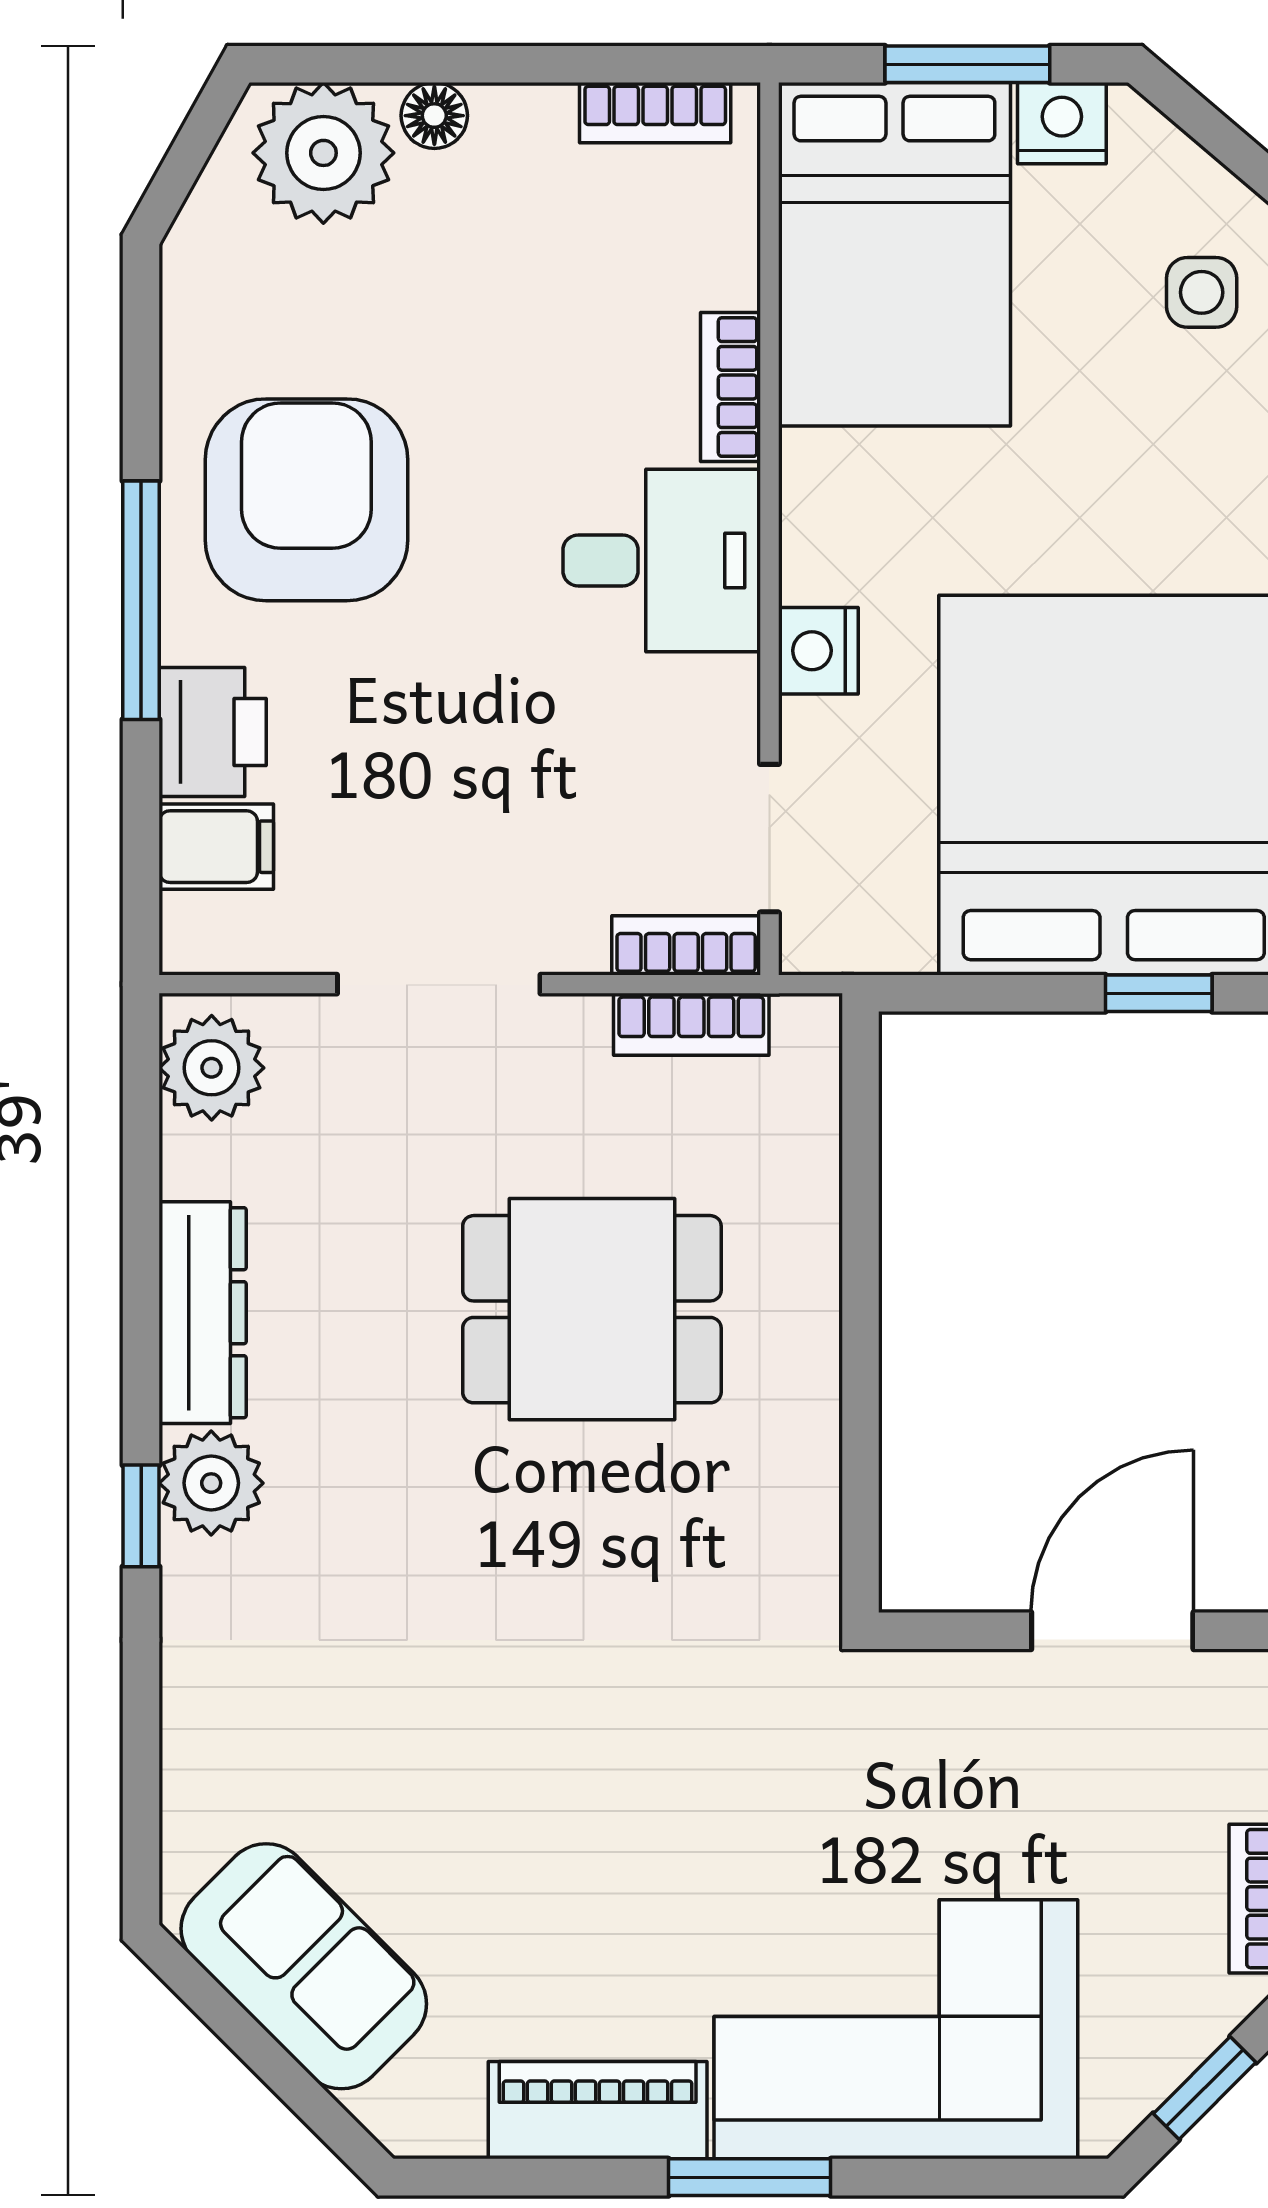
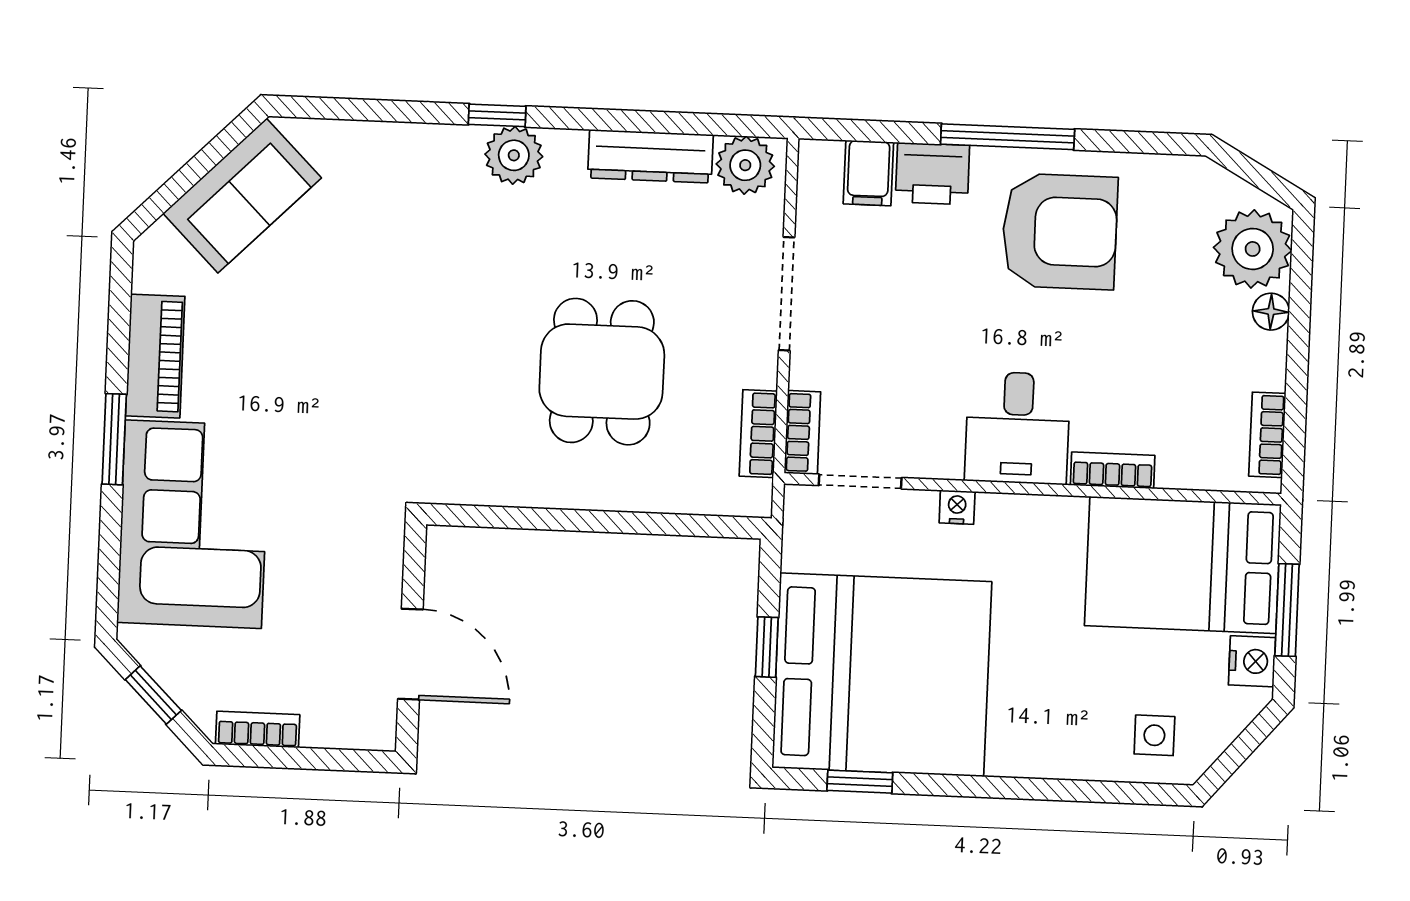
nightstand: (818, 651) -> (957, 507), width x0.72, depth x0.74
window: (1159, 993) -> (767, 647), moved
dresser: (203, 1313) -> (650, 156), moved

